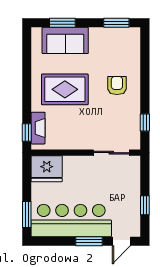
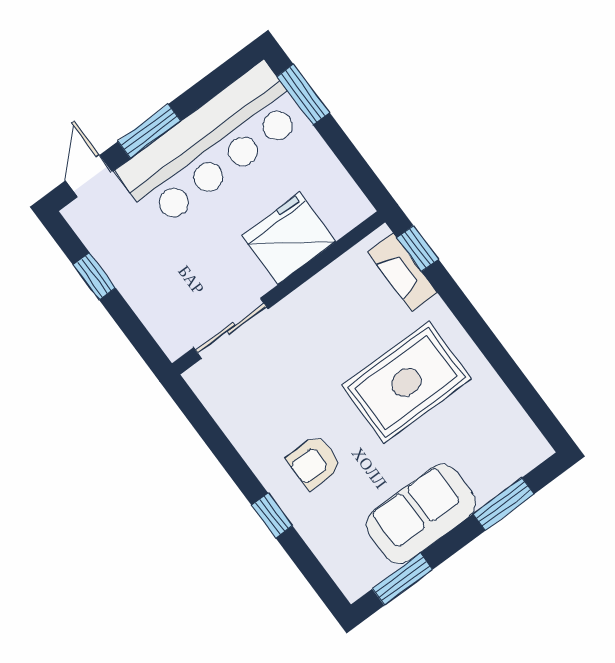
sofa: (65, 40) -> (421, 514), moved
armchair: (117, 86) -> (314, 462), turned 90
window: (145, 123) -> (272, 515), moved
fridge: (47, 169) -> (289, 239), moved

